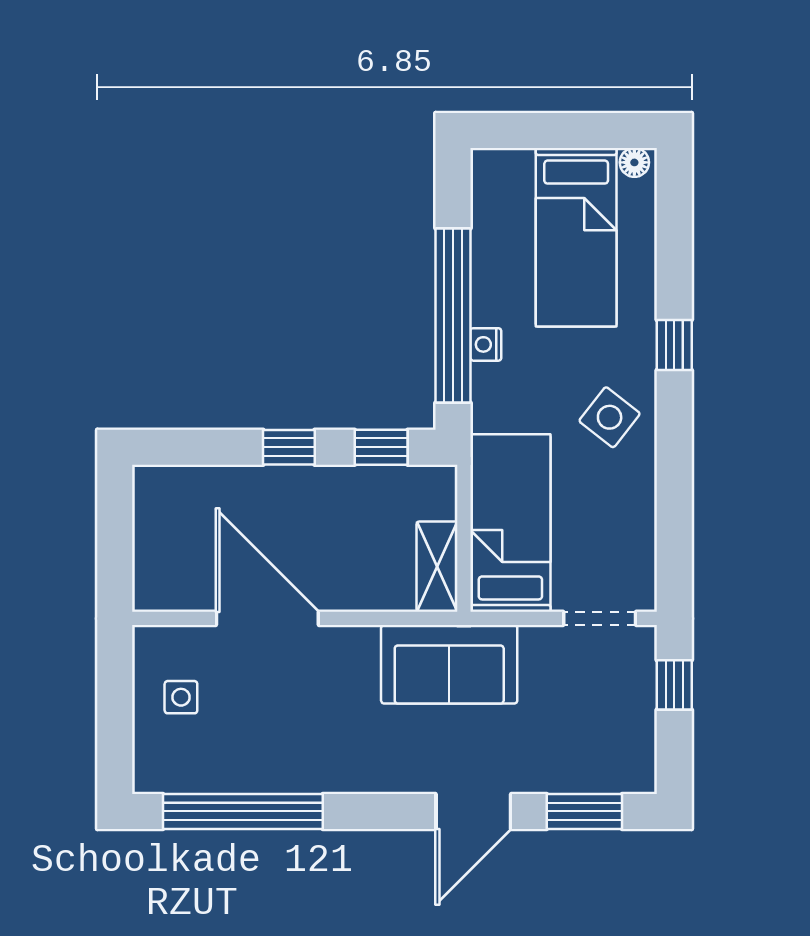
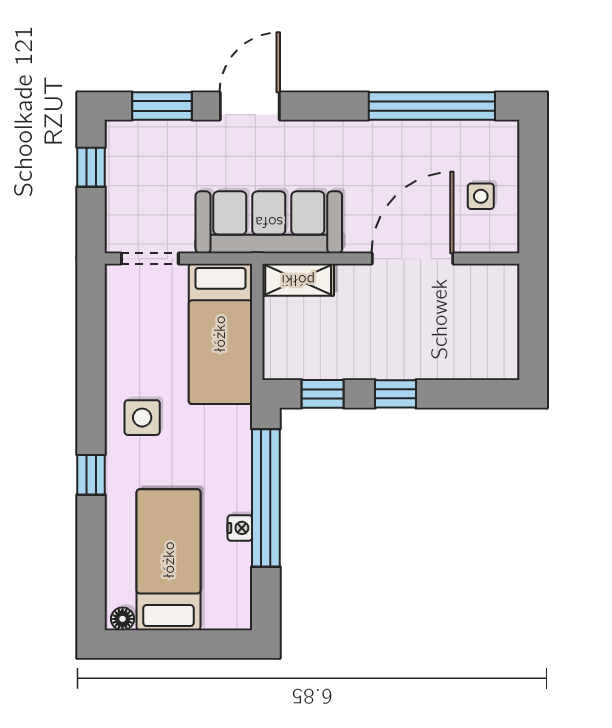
nightstand: (486, 344) -> (240, 528), moved
side table: (610, 417) -> (142, 418), turned -38
shelving: (437, 567) -> (298, 280), moved, turned 90
door: (267, 618) -> (413, 259), swing flipped
sofa: (449, 664) -> (269, 222), width x1.36
window: (674, 685) -> (91, 167), moved

